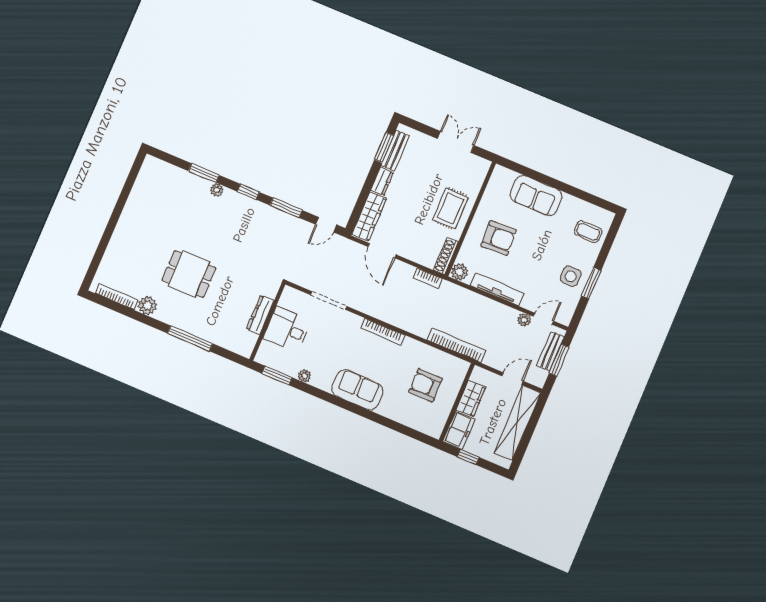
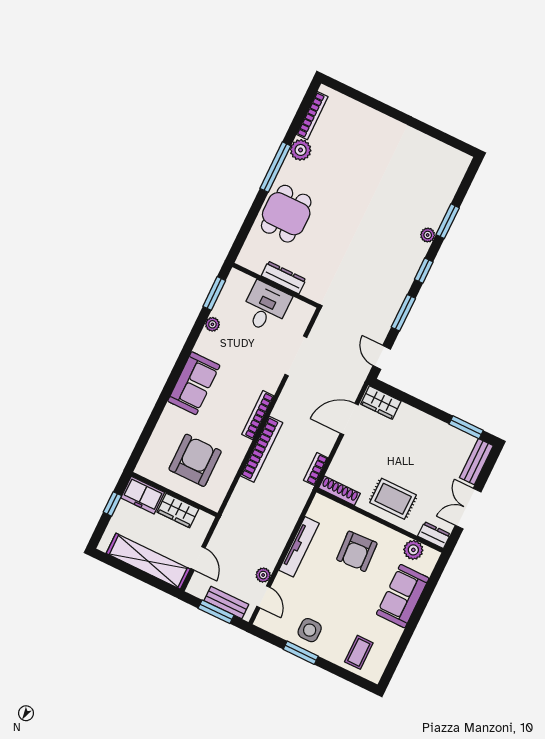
double door: (456, 142) -> (468, 509), swing flipped
bench: (395, 151) -> (476, 462), moved, turned 90
dresser: (382, 181) -> (434, 535), moved, turned 180
wardrobe: (369, 216) -> (381, 403), width x0.67
plant: (460, 272) -> (413, 550), moved
dining table: (189, 274) -> (286, 214), moved
window: (190, 338) -> (275, 167), moved
bookcase: (457, 345) -> (262, 449), moved
armchair: (426, 385) -> (195, 460), width x1.36, depth x1.36

